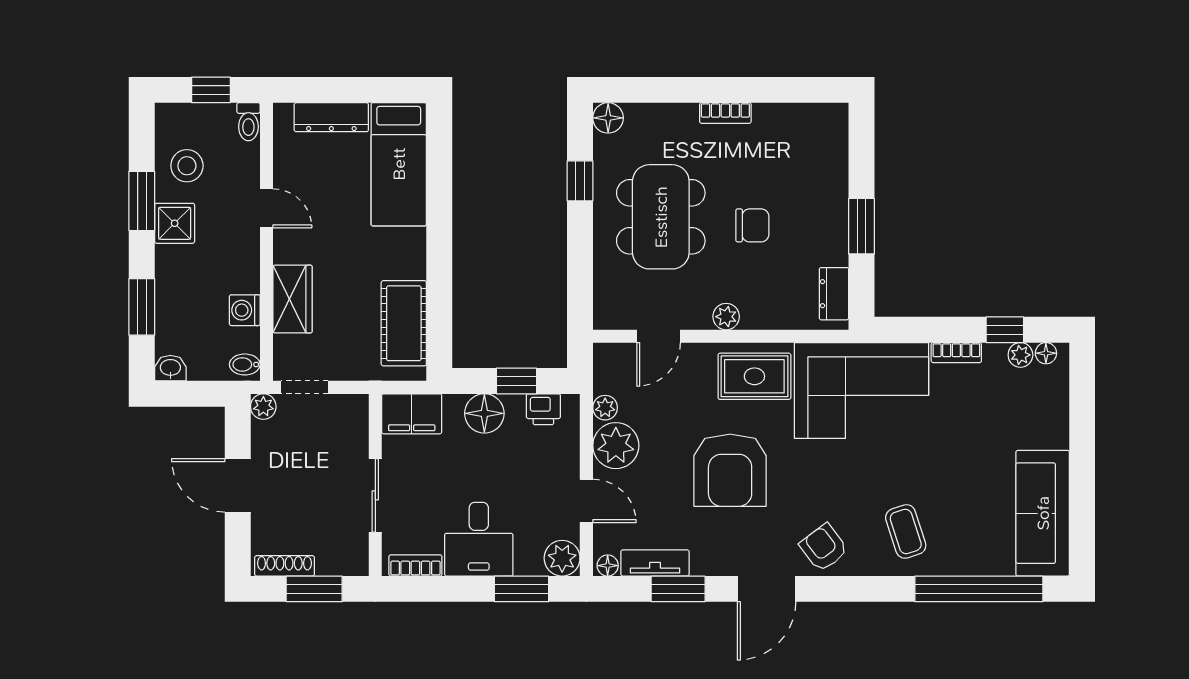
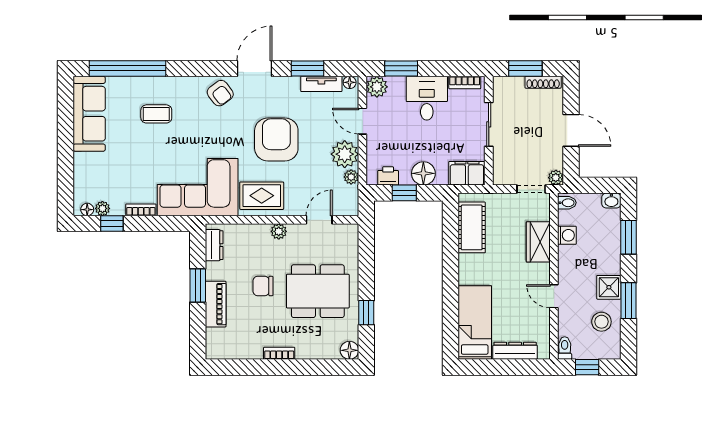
piano: (832, 195) -> (216, 304), added
dining table: (661, 217) -> (318, 291), turned 90
coffee table: (906, 531) -> (156, 114), moved, turned -72

